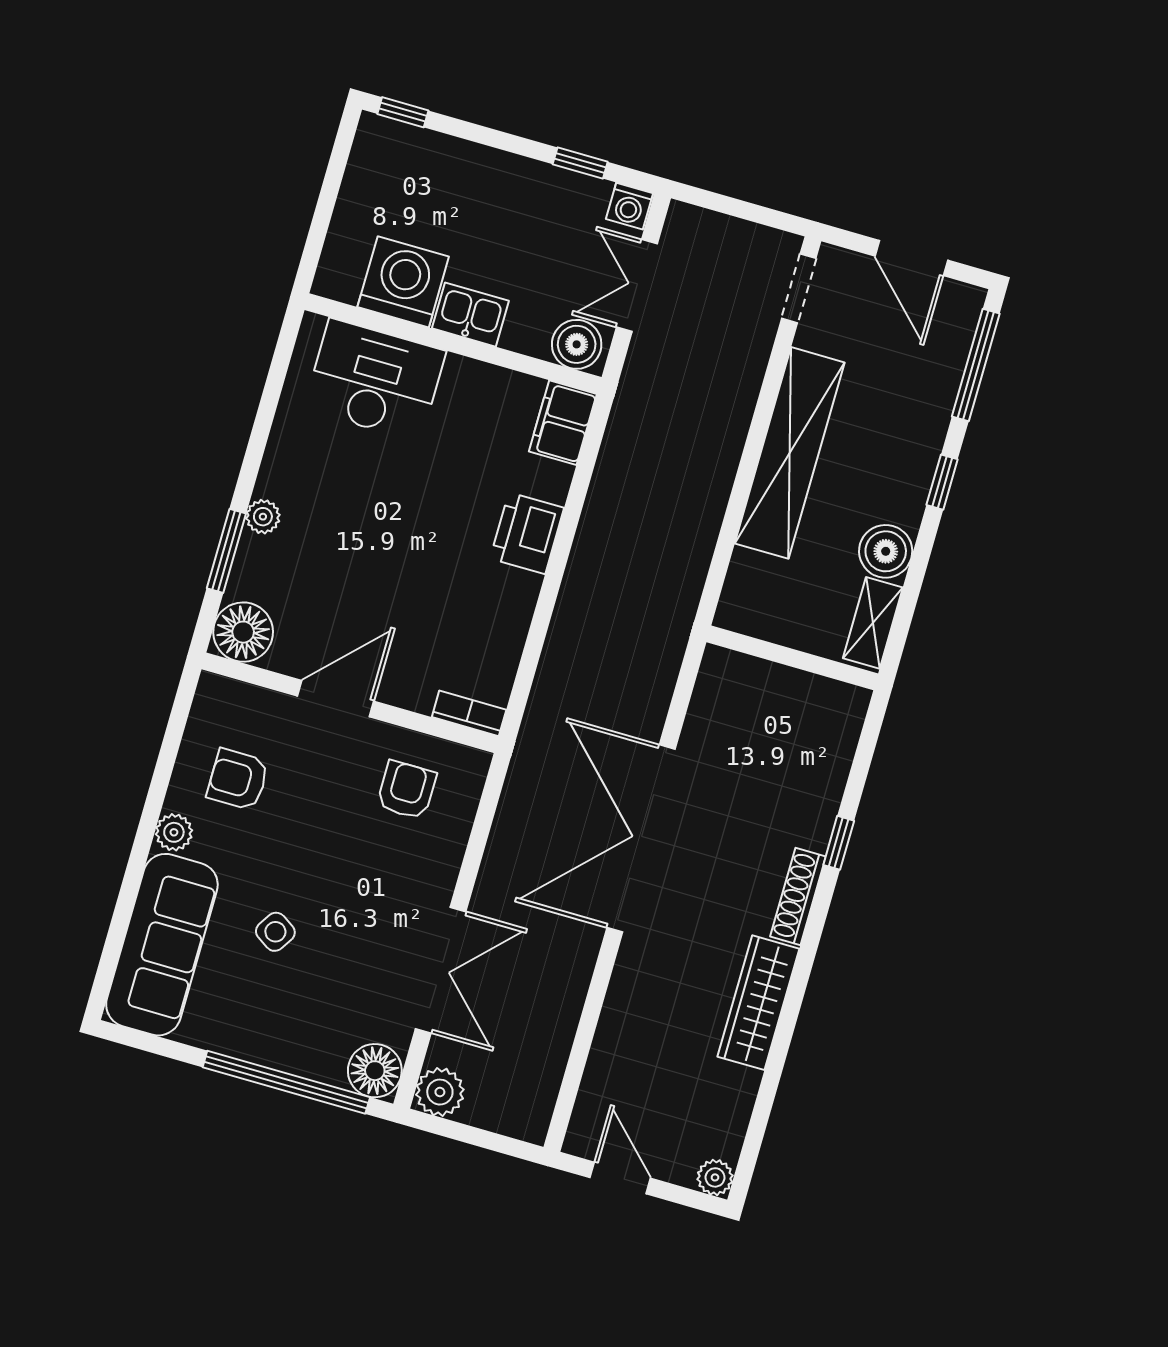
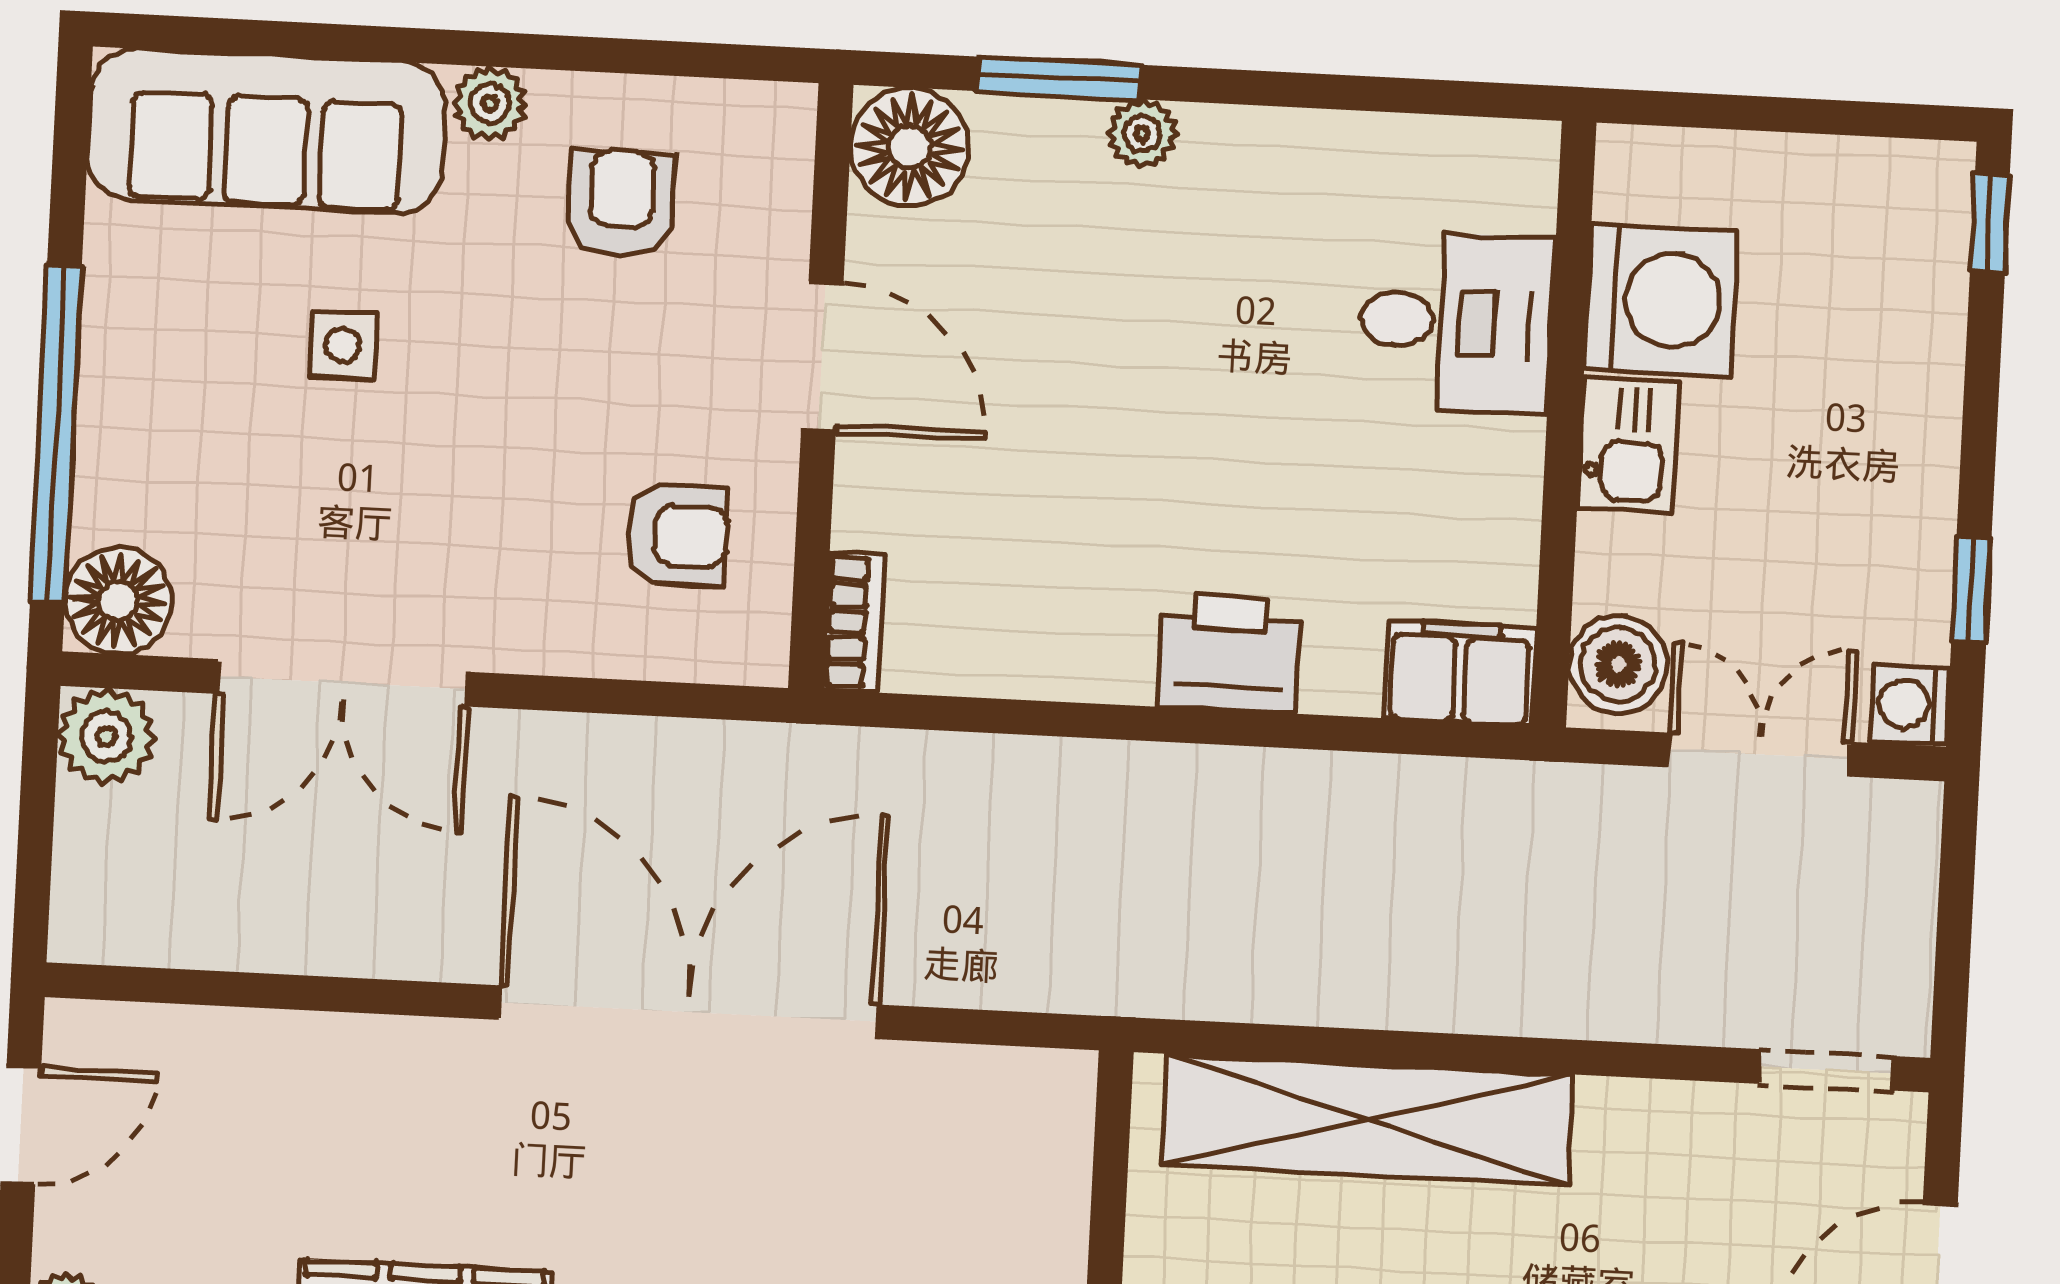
desk: (375, 380) -> (1456, 322), width x0.73
shelving: (790, 453) -> (1367, 1120), moved
side table: (275, 932) -> (343, 345), turned -33

